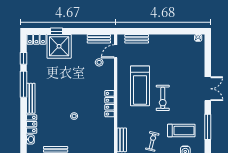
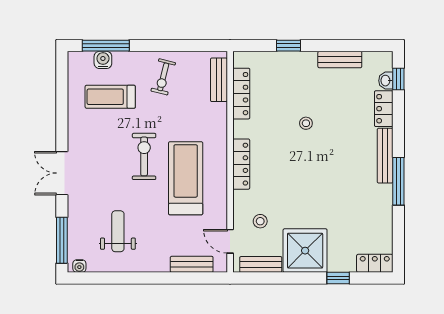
shower: (59, 46) -> (305, 251), moved
door: (116, 51) -> (230, 241), swing flipped
weight bench: (177, 57) -> (118, 231), added
window: (24, 58) -> (398, 79), moved
locker: (110, 104) -> (241, 164), moved
window: (208, 127) -> (62, 240), moved
locker: (109, 132) -> (241, 94), added

